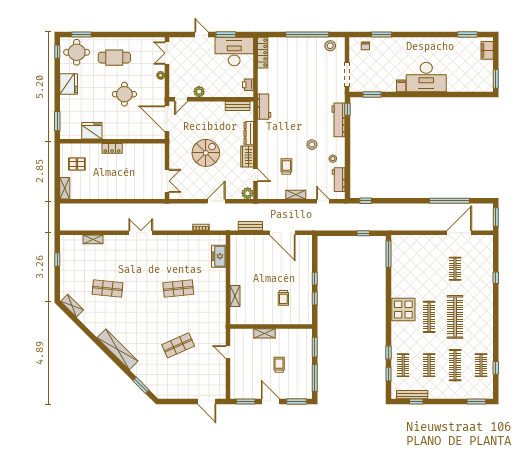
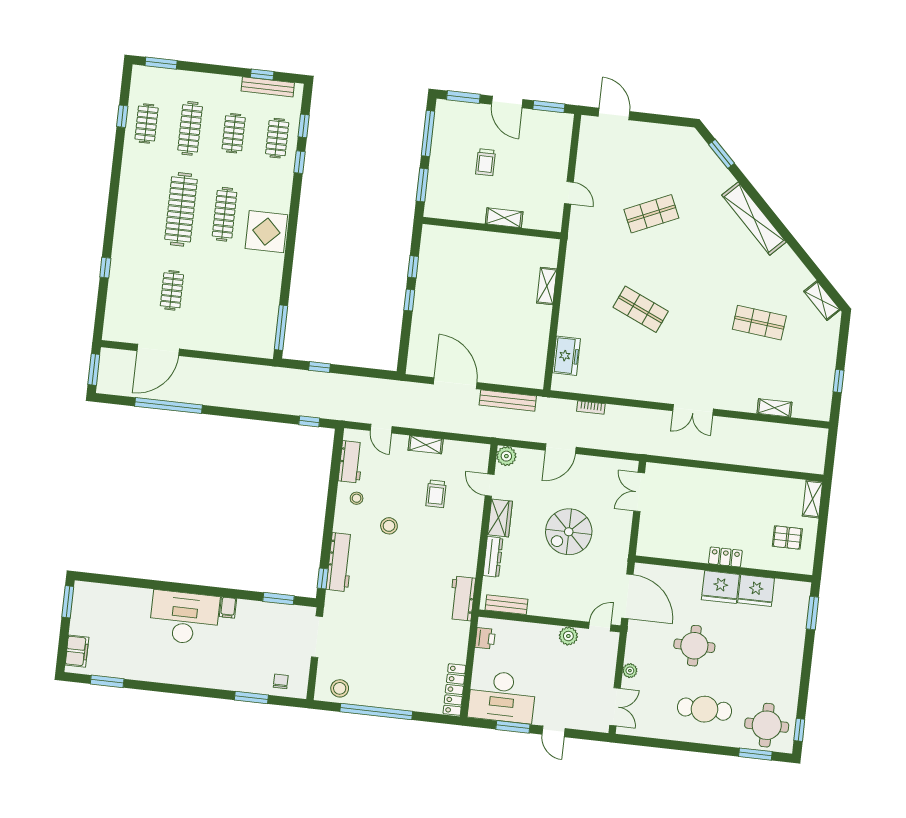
fridge: (69, 84) -> (720, 587), moved, turned -90
bench: (250, 226) -> (508, 401), width x1.36
shop shelf: (178, 289) -> (641, 309), turned 30
trolley: (283, 298) -> (466, 274), removed

